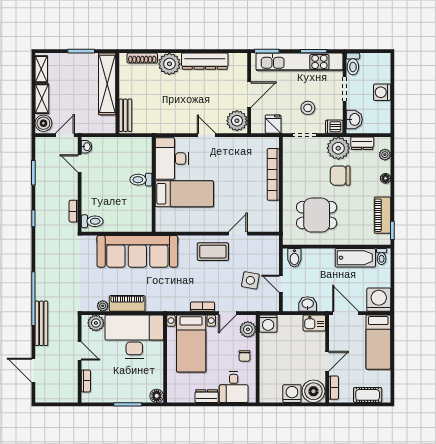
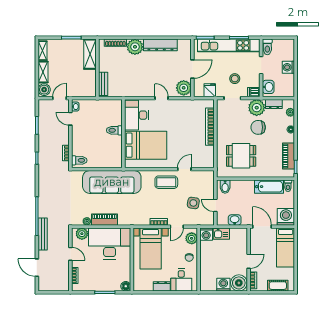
shelving: (107, 84) -> (90, 54), width x0.68
bed: (184, 194) -> (146, 145), width x1.50
kitchen sink: (314, 323) -> (221, 234), moved

